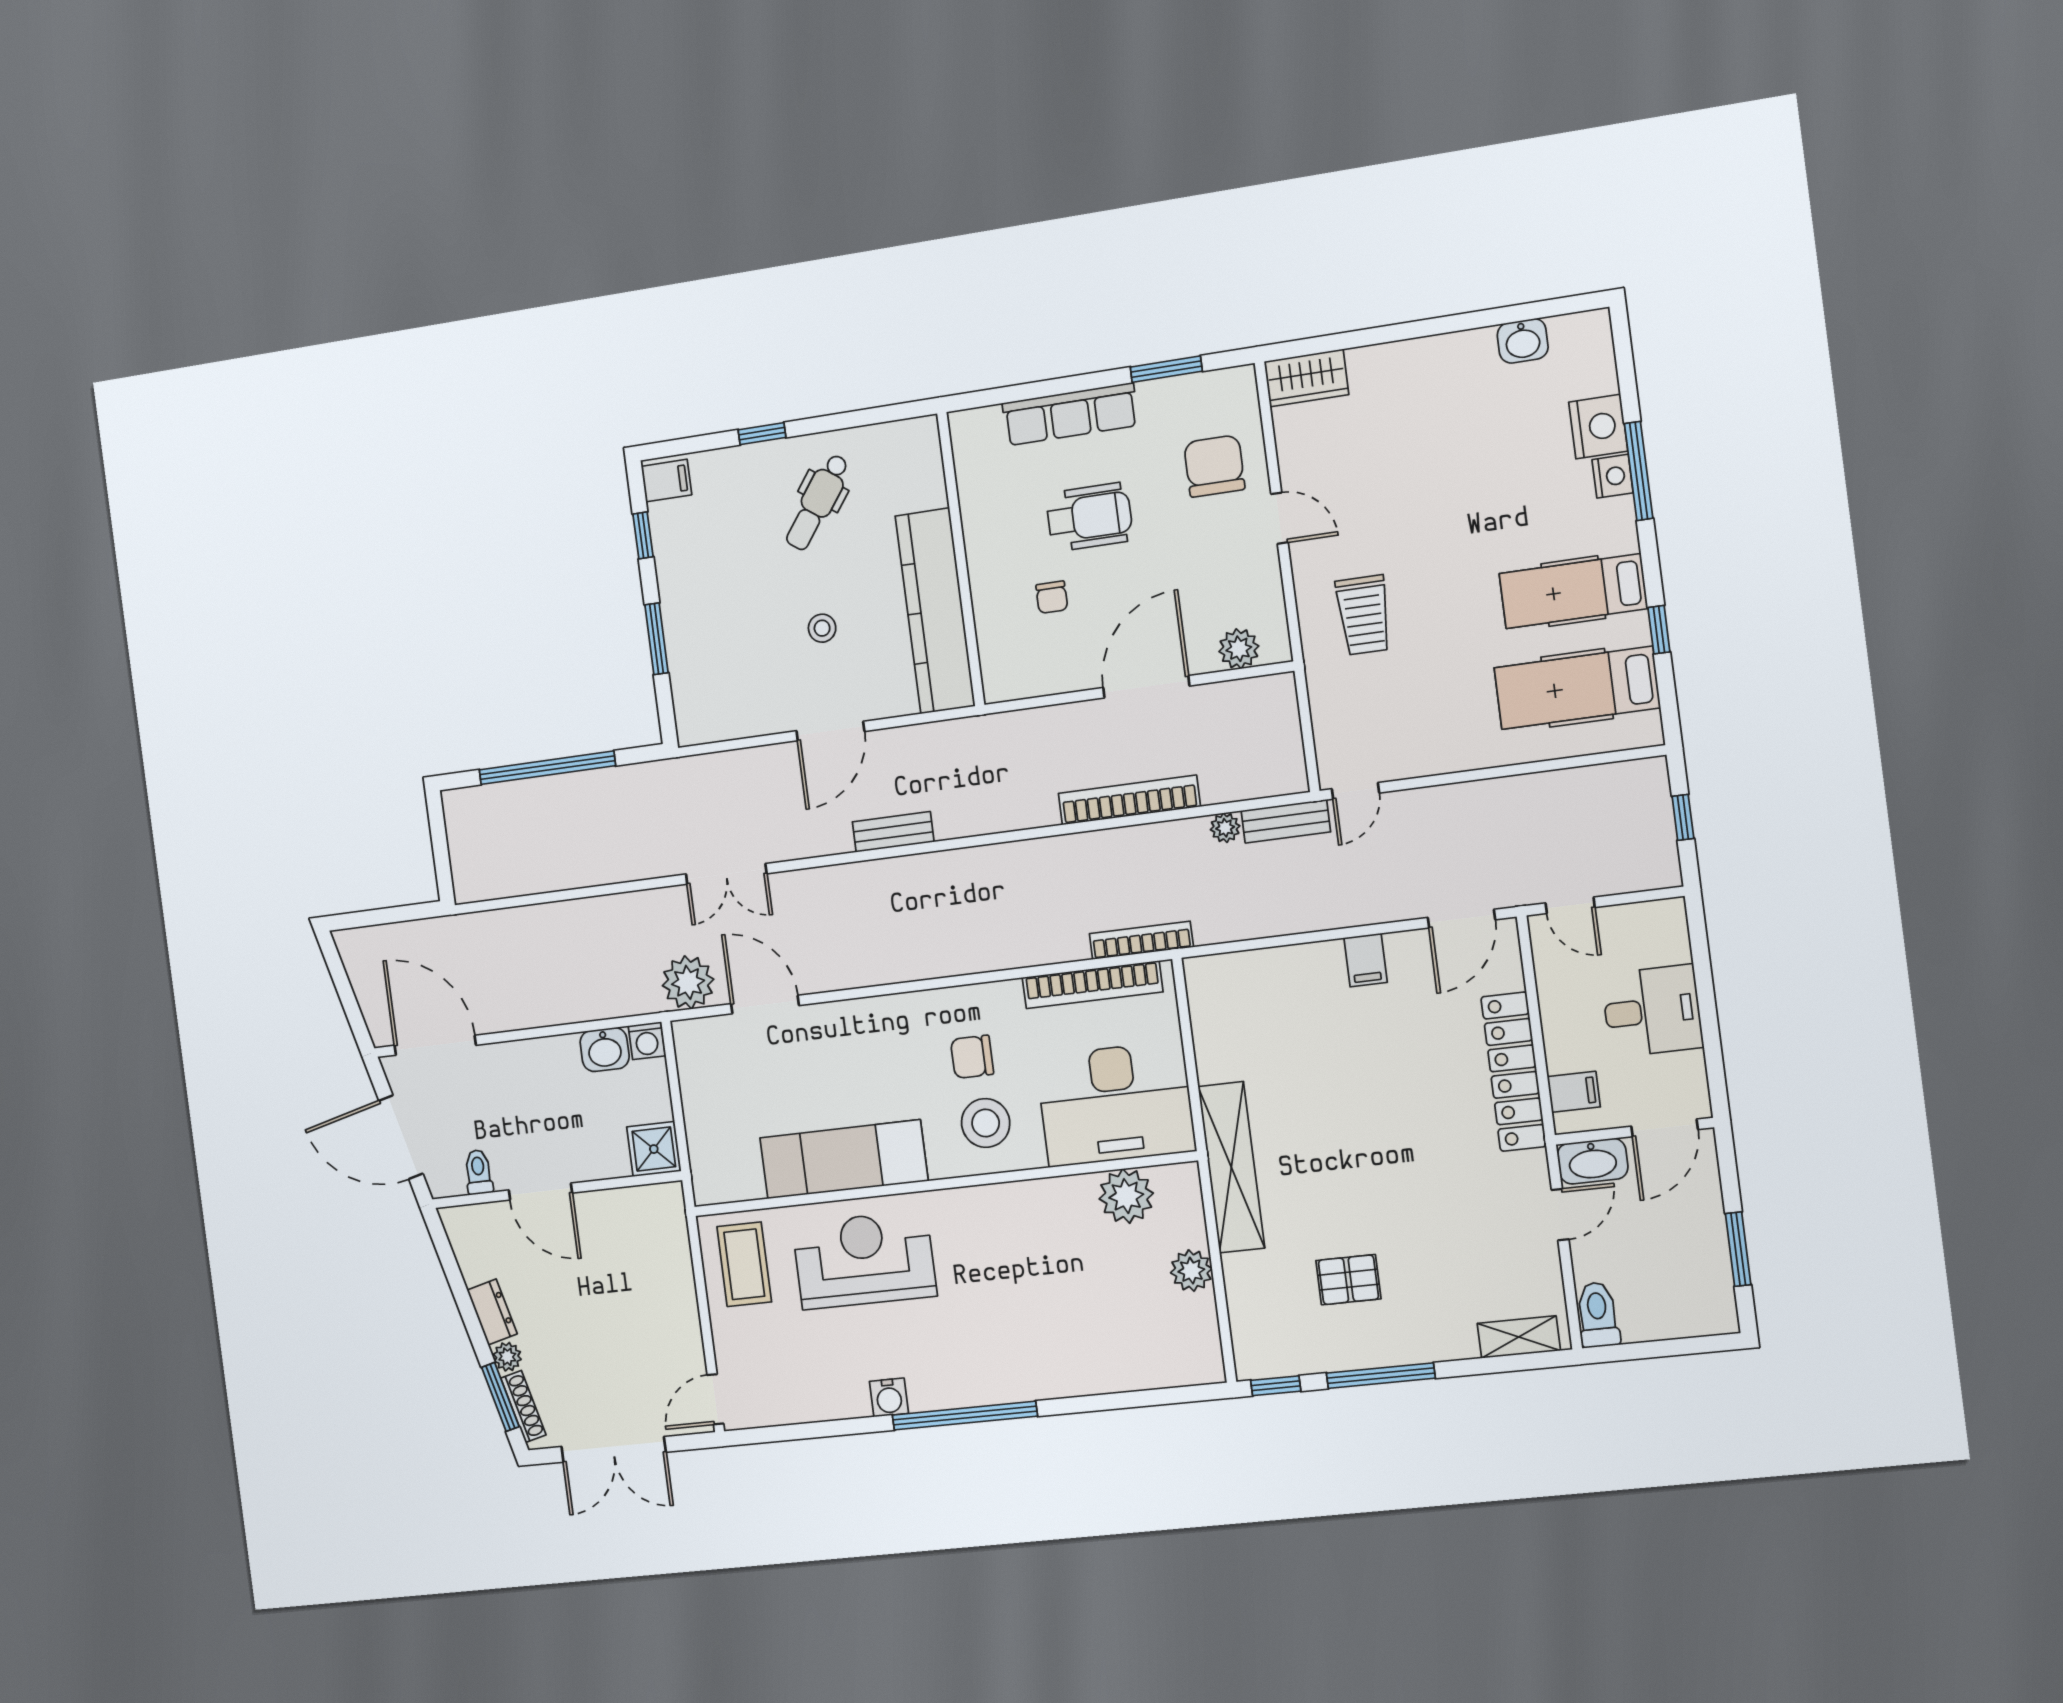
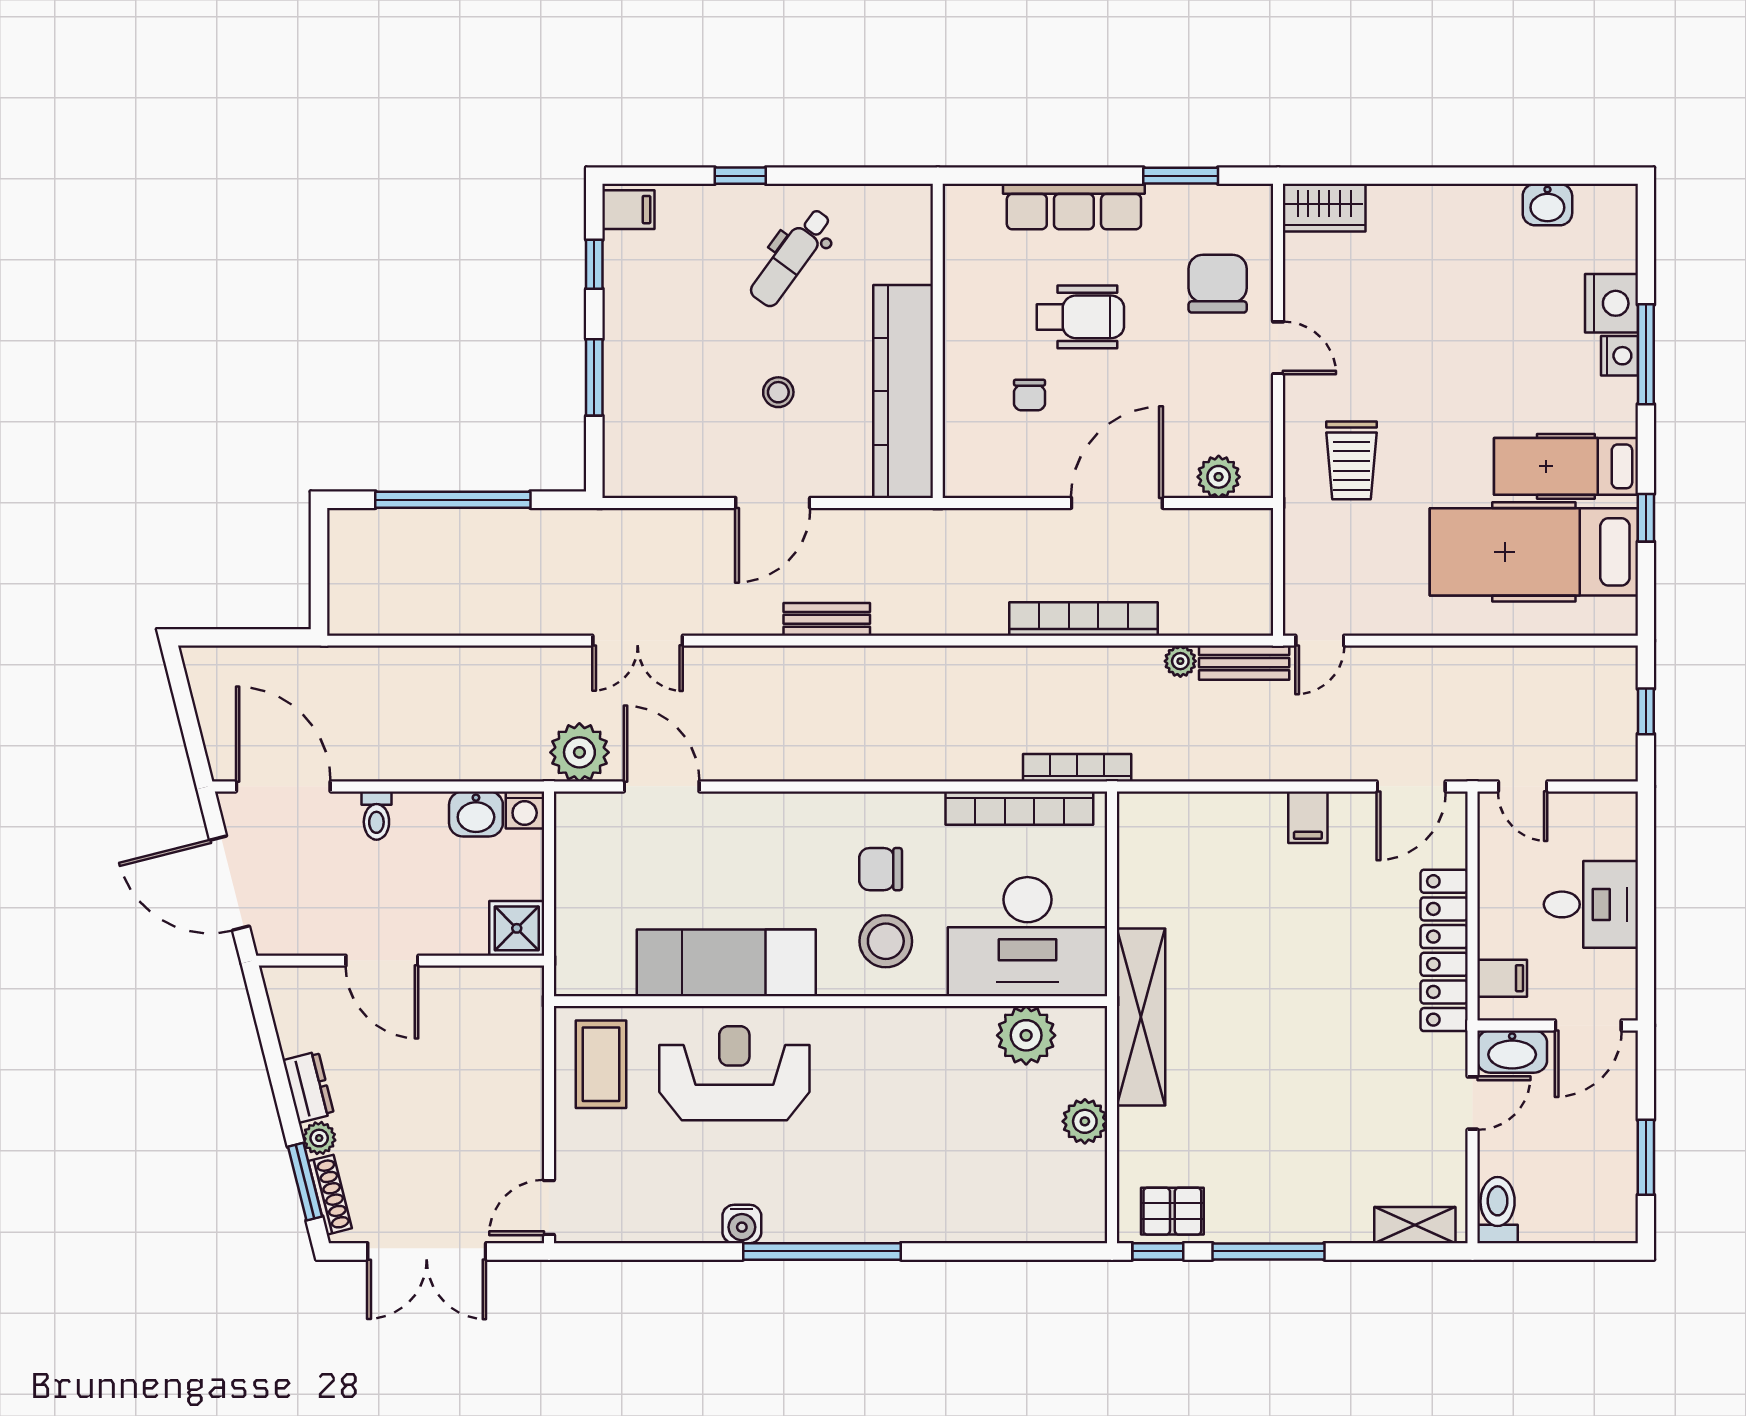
hospital bed: (1577, 688) -> (1534, 552), width x1.37, depth x1.29
toilet: (478, 1172) -> (376, 816), moved, turned 180
pallet: (1348, 1280) -> (1172, 1211), moved

